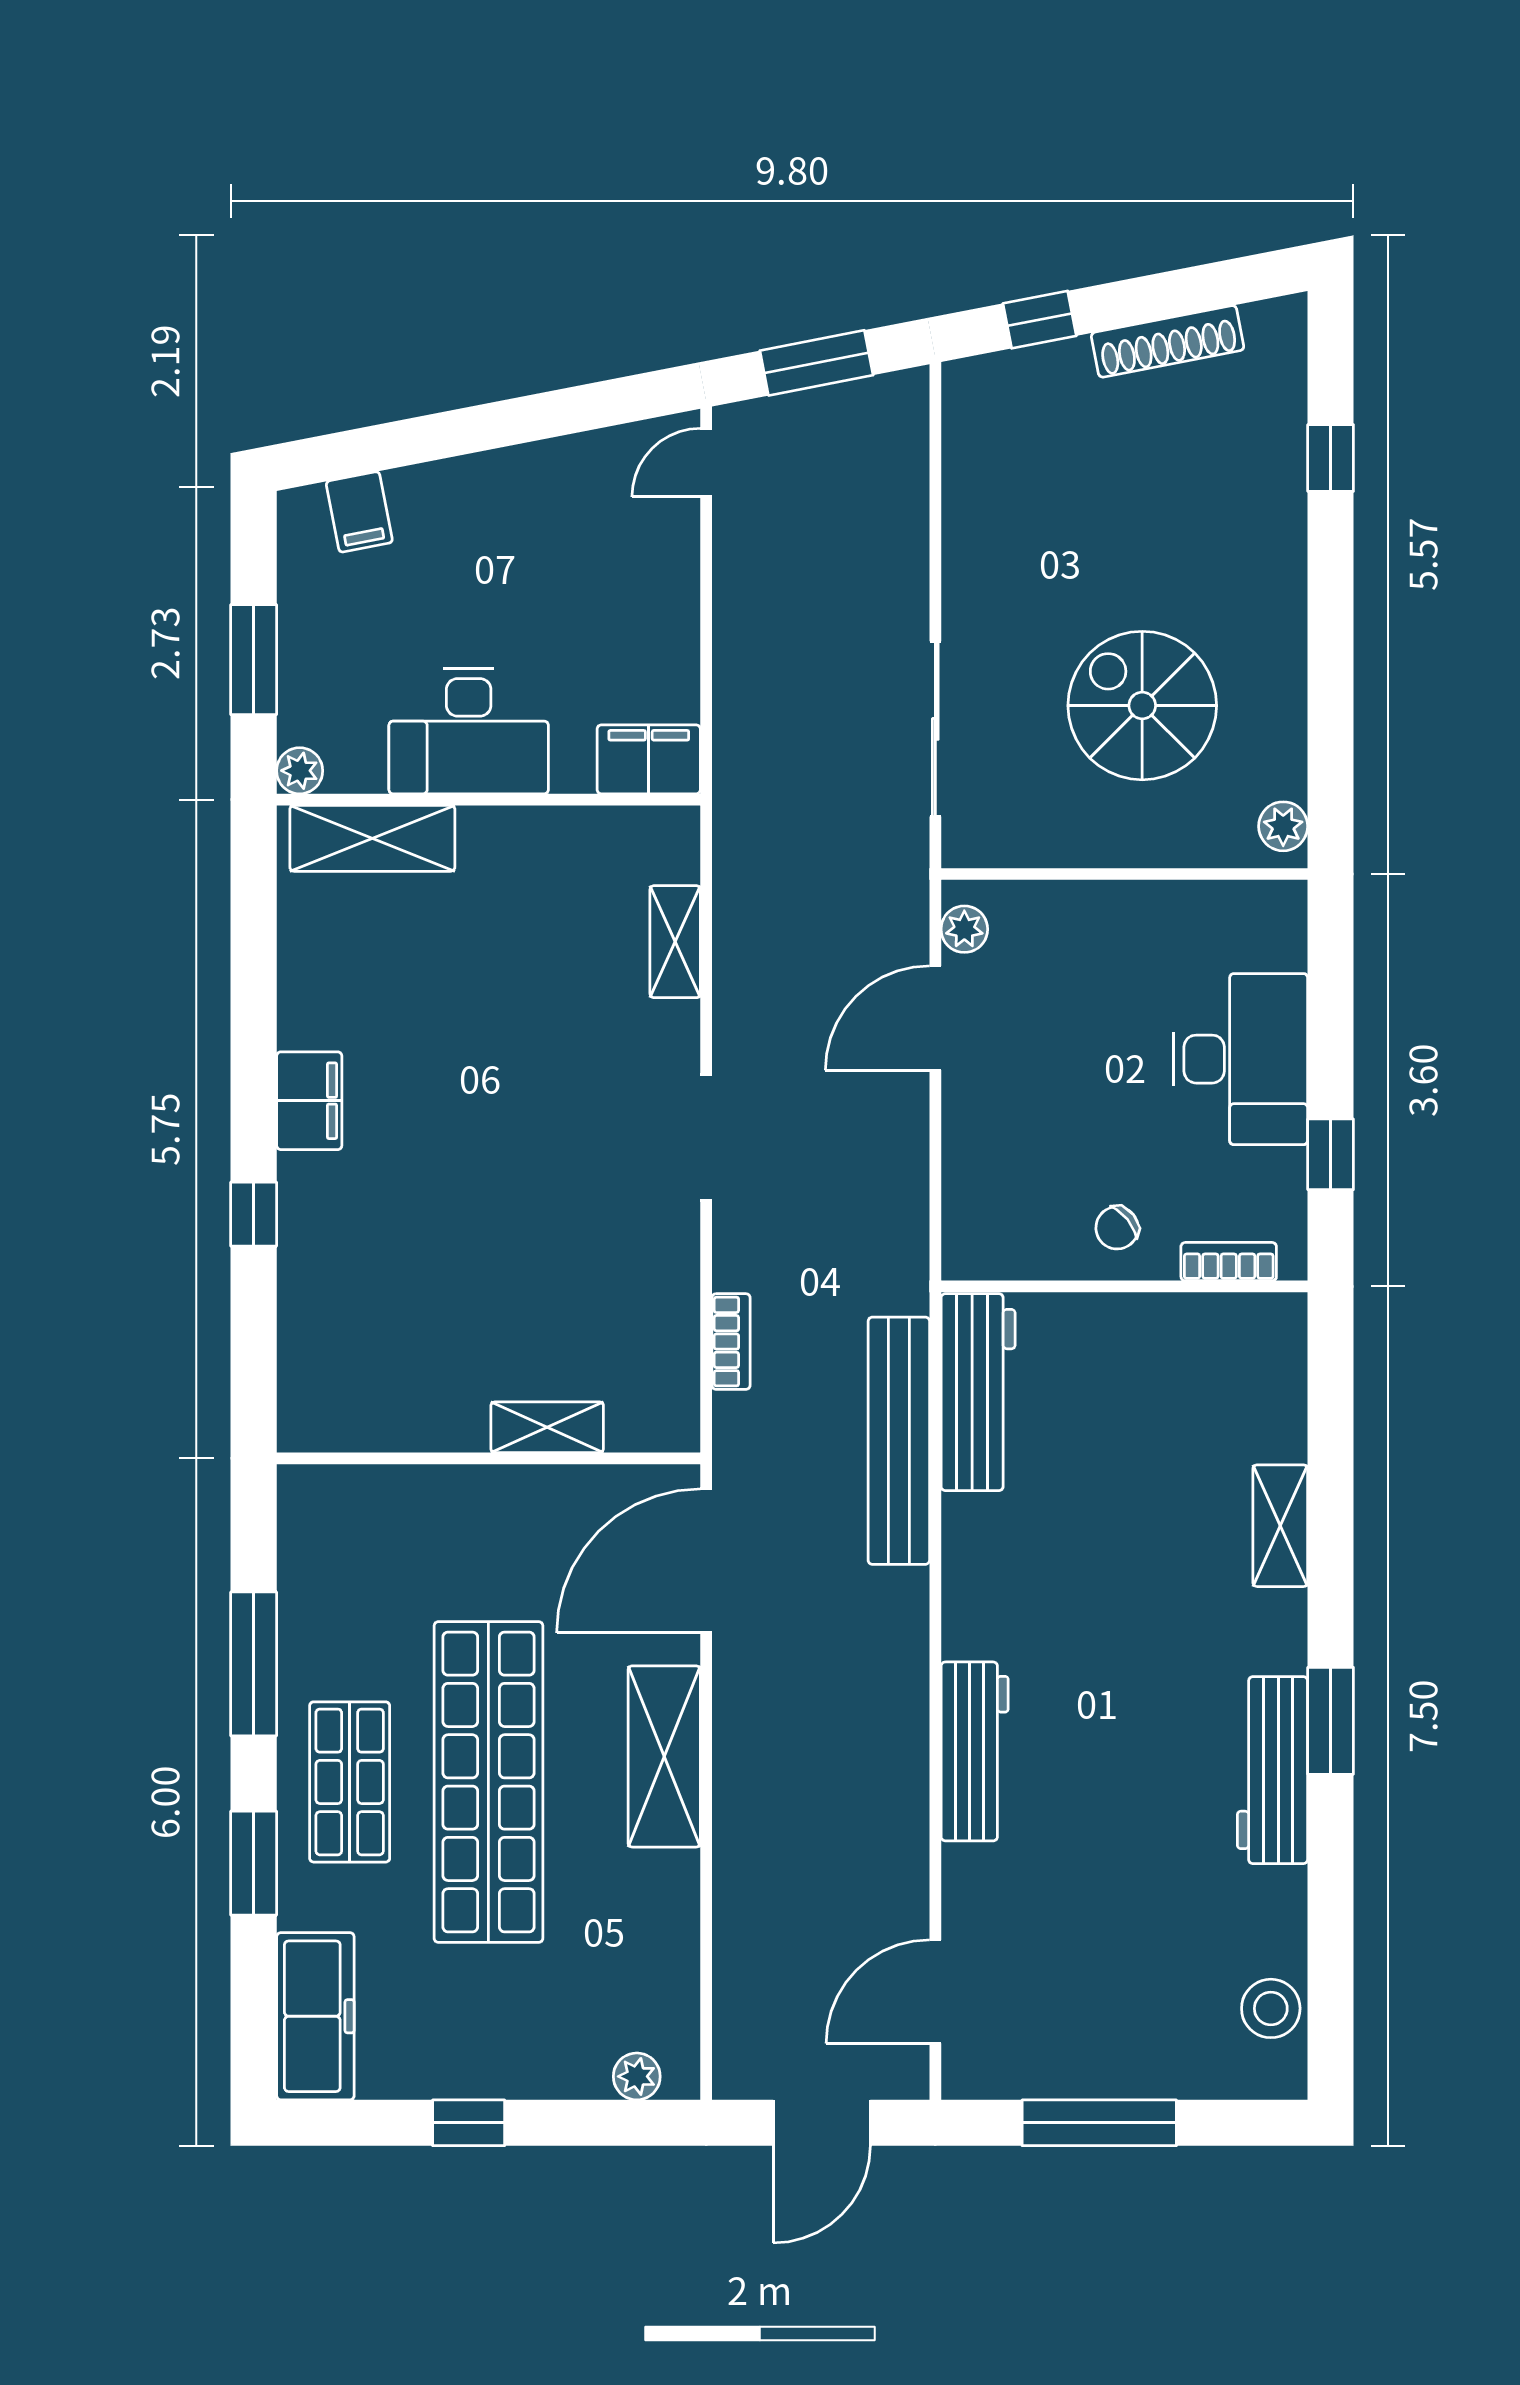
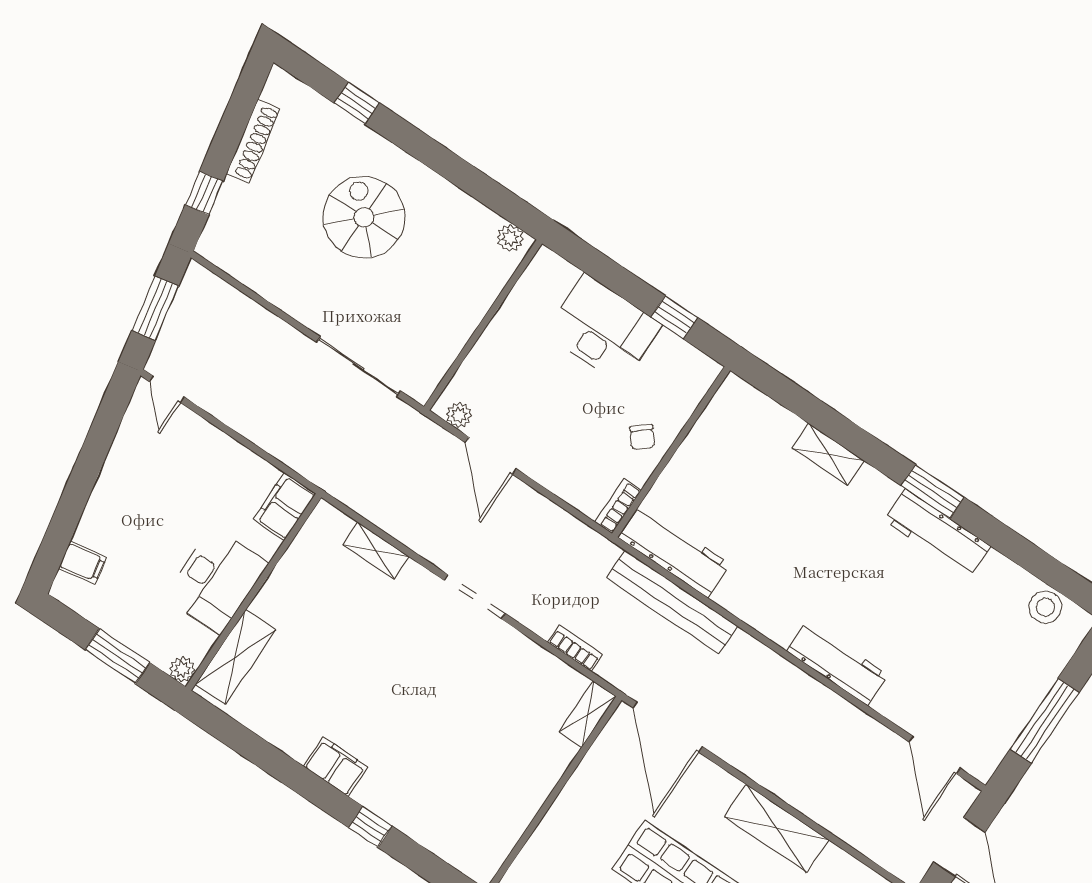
spiral stairs: (1142, 706) -> (364, 217), moved, turned 90
bookcase: (1229, 1262) -> (618, 506), moved
shelving: (547, 1427) -> (588, 714), moved
shelving: (664, 1756) -> (777, 828), moved

